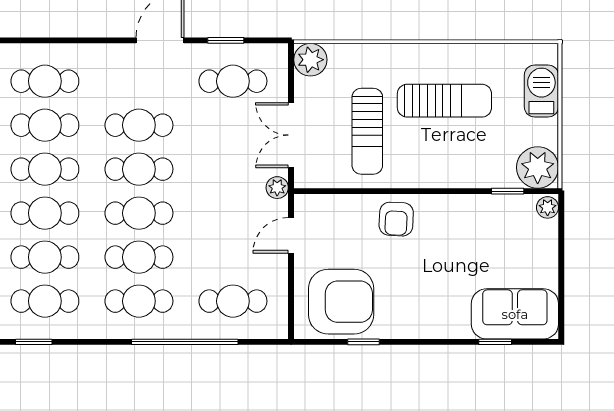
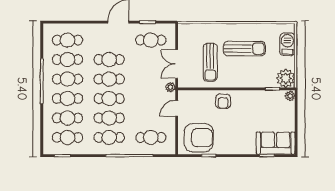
plant: (310, 60) -> (185, 31), removed

